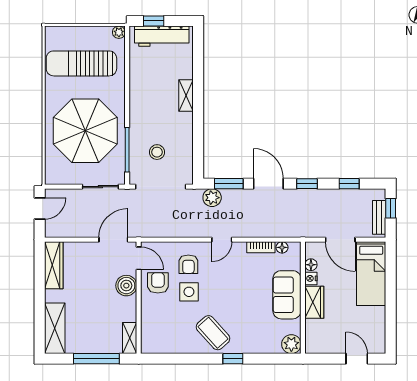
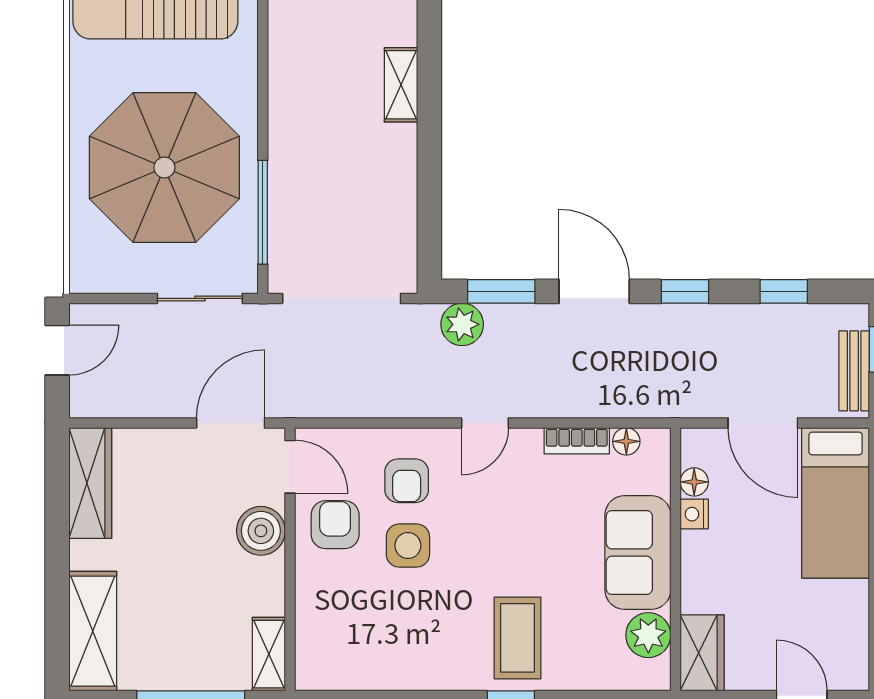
stool: (157, 152) -> (333, 218), removed
wardrobe: (314, 302) -> (702, 653), moved
coffee table: (213, 333) -> (518, 638), moved, turned 42
plant: (291, 344) -> (648, 635), moved

